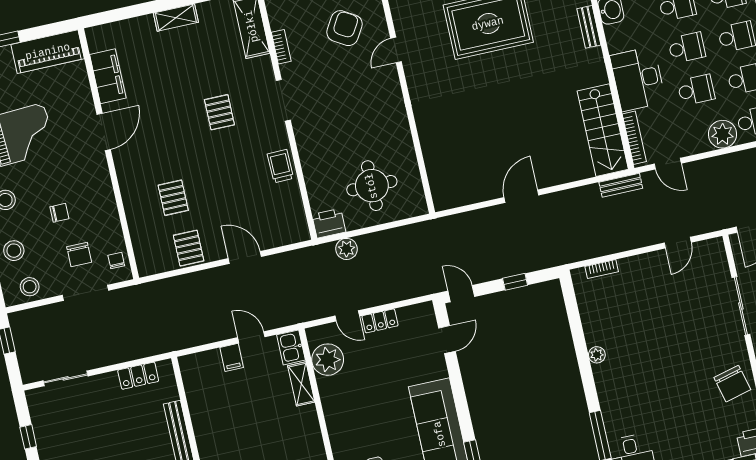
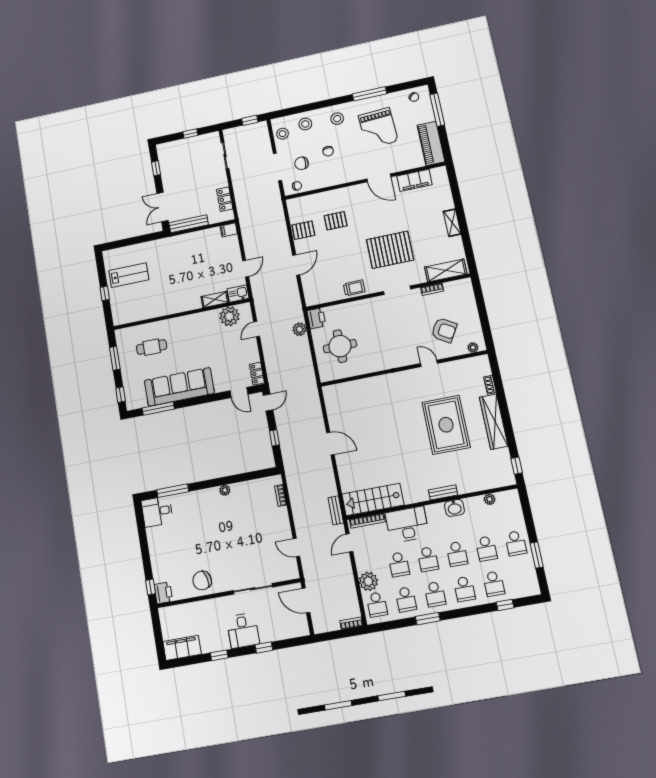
pallet: (219, 112) -> (390, 250), width x2.05, depth x2.00
locker: (380, 321) -> (257, 374), moved
filing cabinet: (232, 357) -> (229, 230), moved

